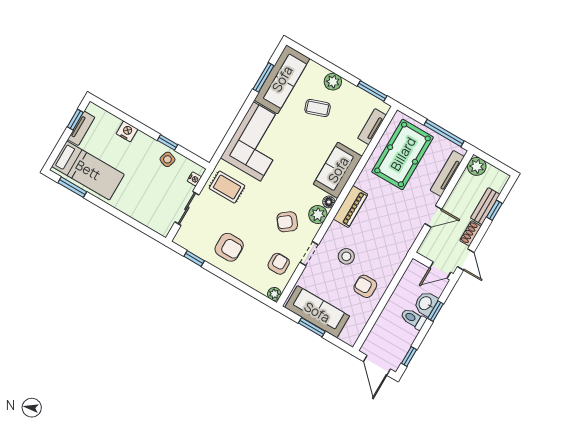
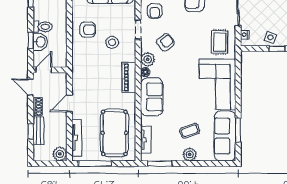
rug: (227, 187) -> (220, 42), turned 90

